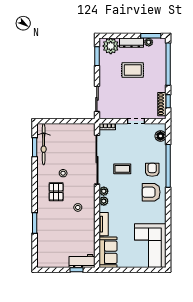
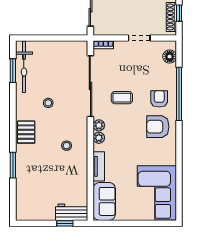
pallet: (56, 192) -> (26, 132), moved

